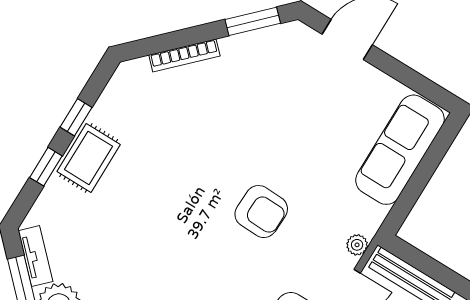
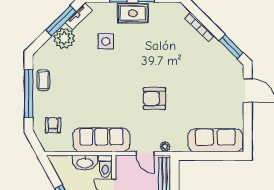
armchair: (261, 212) -> (154, 98), turned 88
side table: (109, 236) -> (106, 41), added

